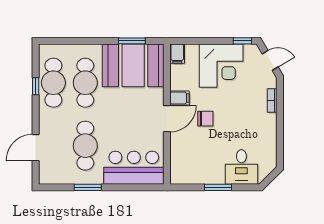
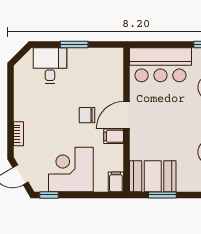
booth: (133, 65) -> (153, 176), width x0.73, depth x0.70

